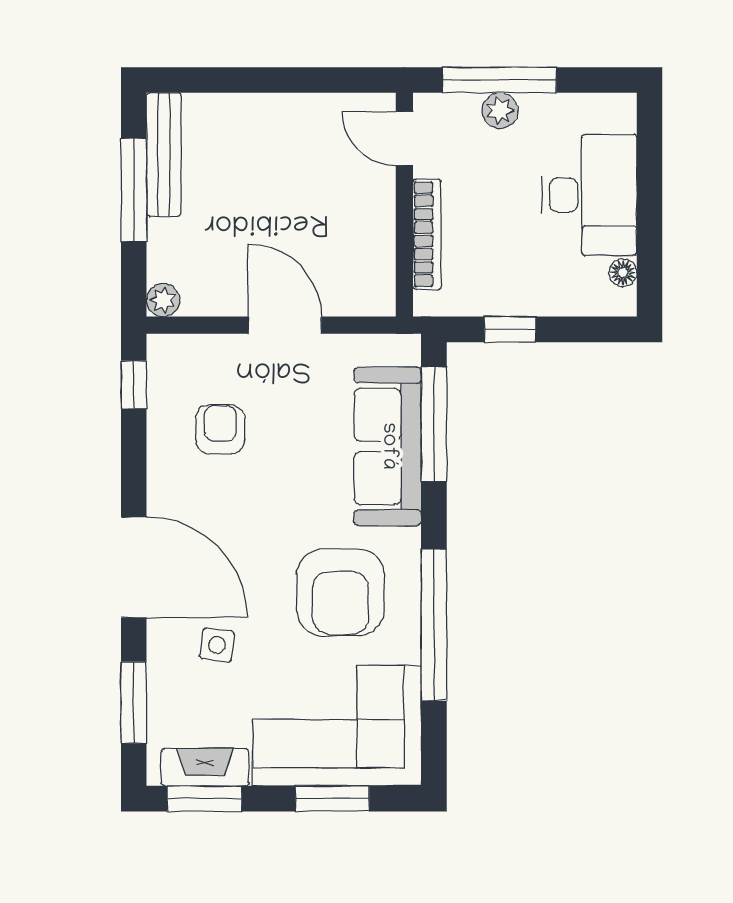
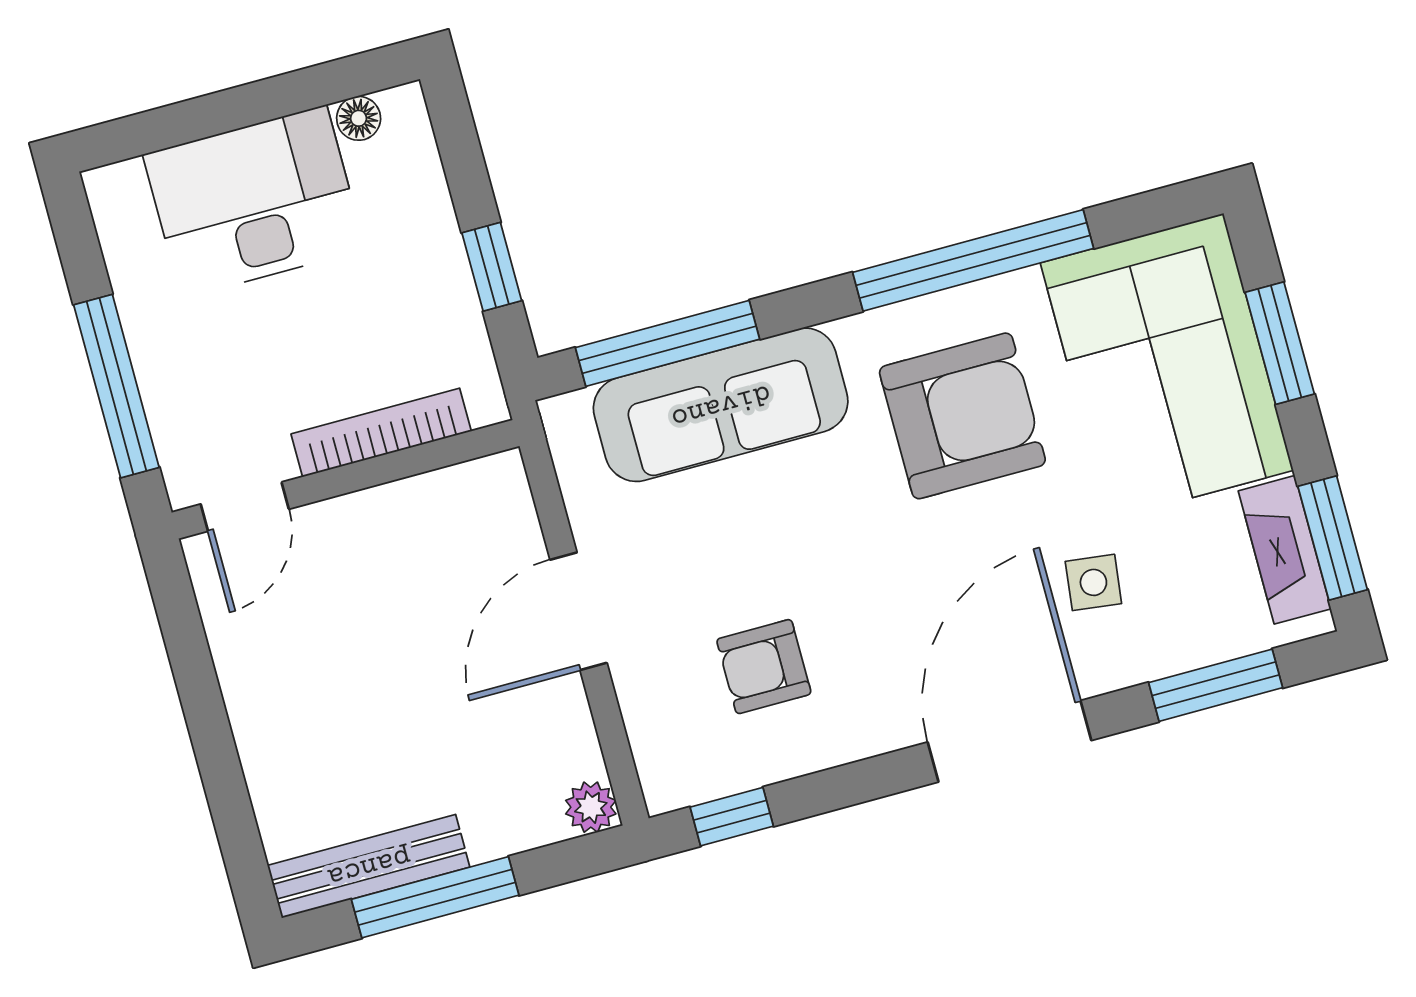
plant: (500, 111) -> (163, 373), removed

